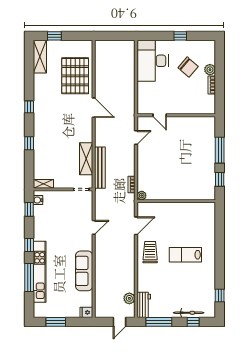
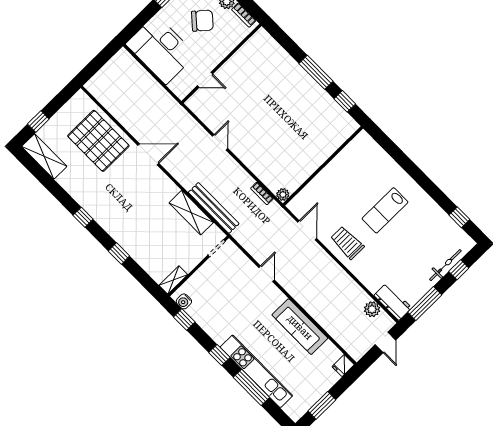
door: (160, 115) -> (205, 80), moved
wall: (176, 115) -> (222, 63), moved

